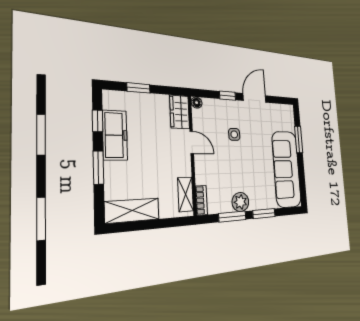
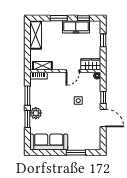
sofa: (286, 169) -> (49, 142), width x0.74, depth x0.79
plant: (240, 202) -> (36, 113), moved

